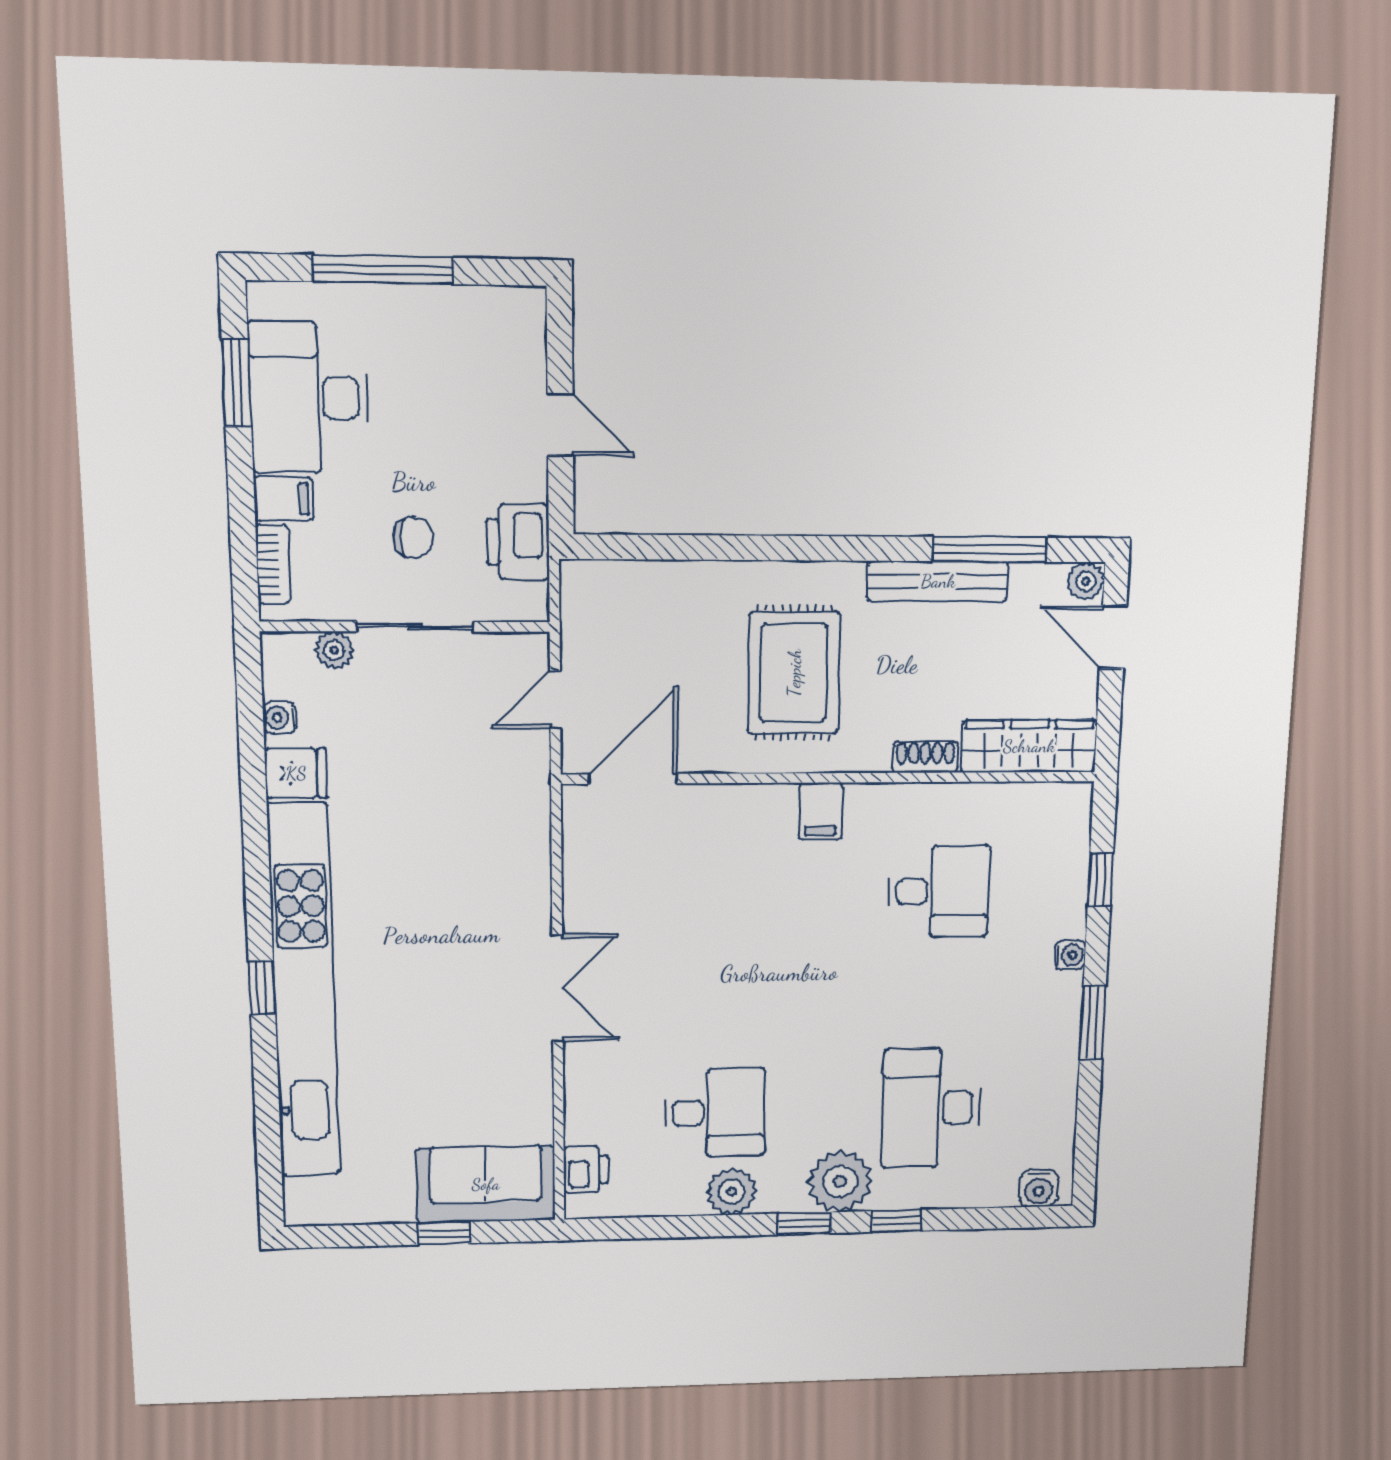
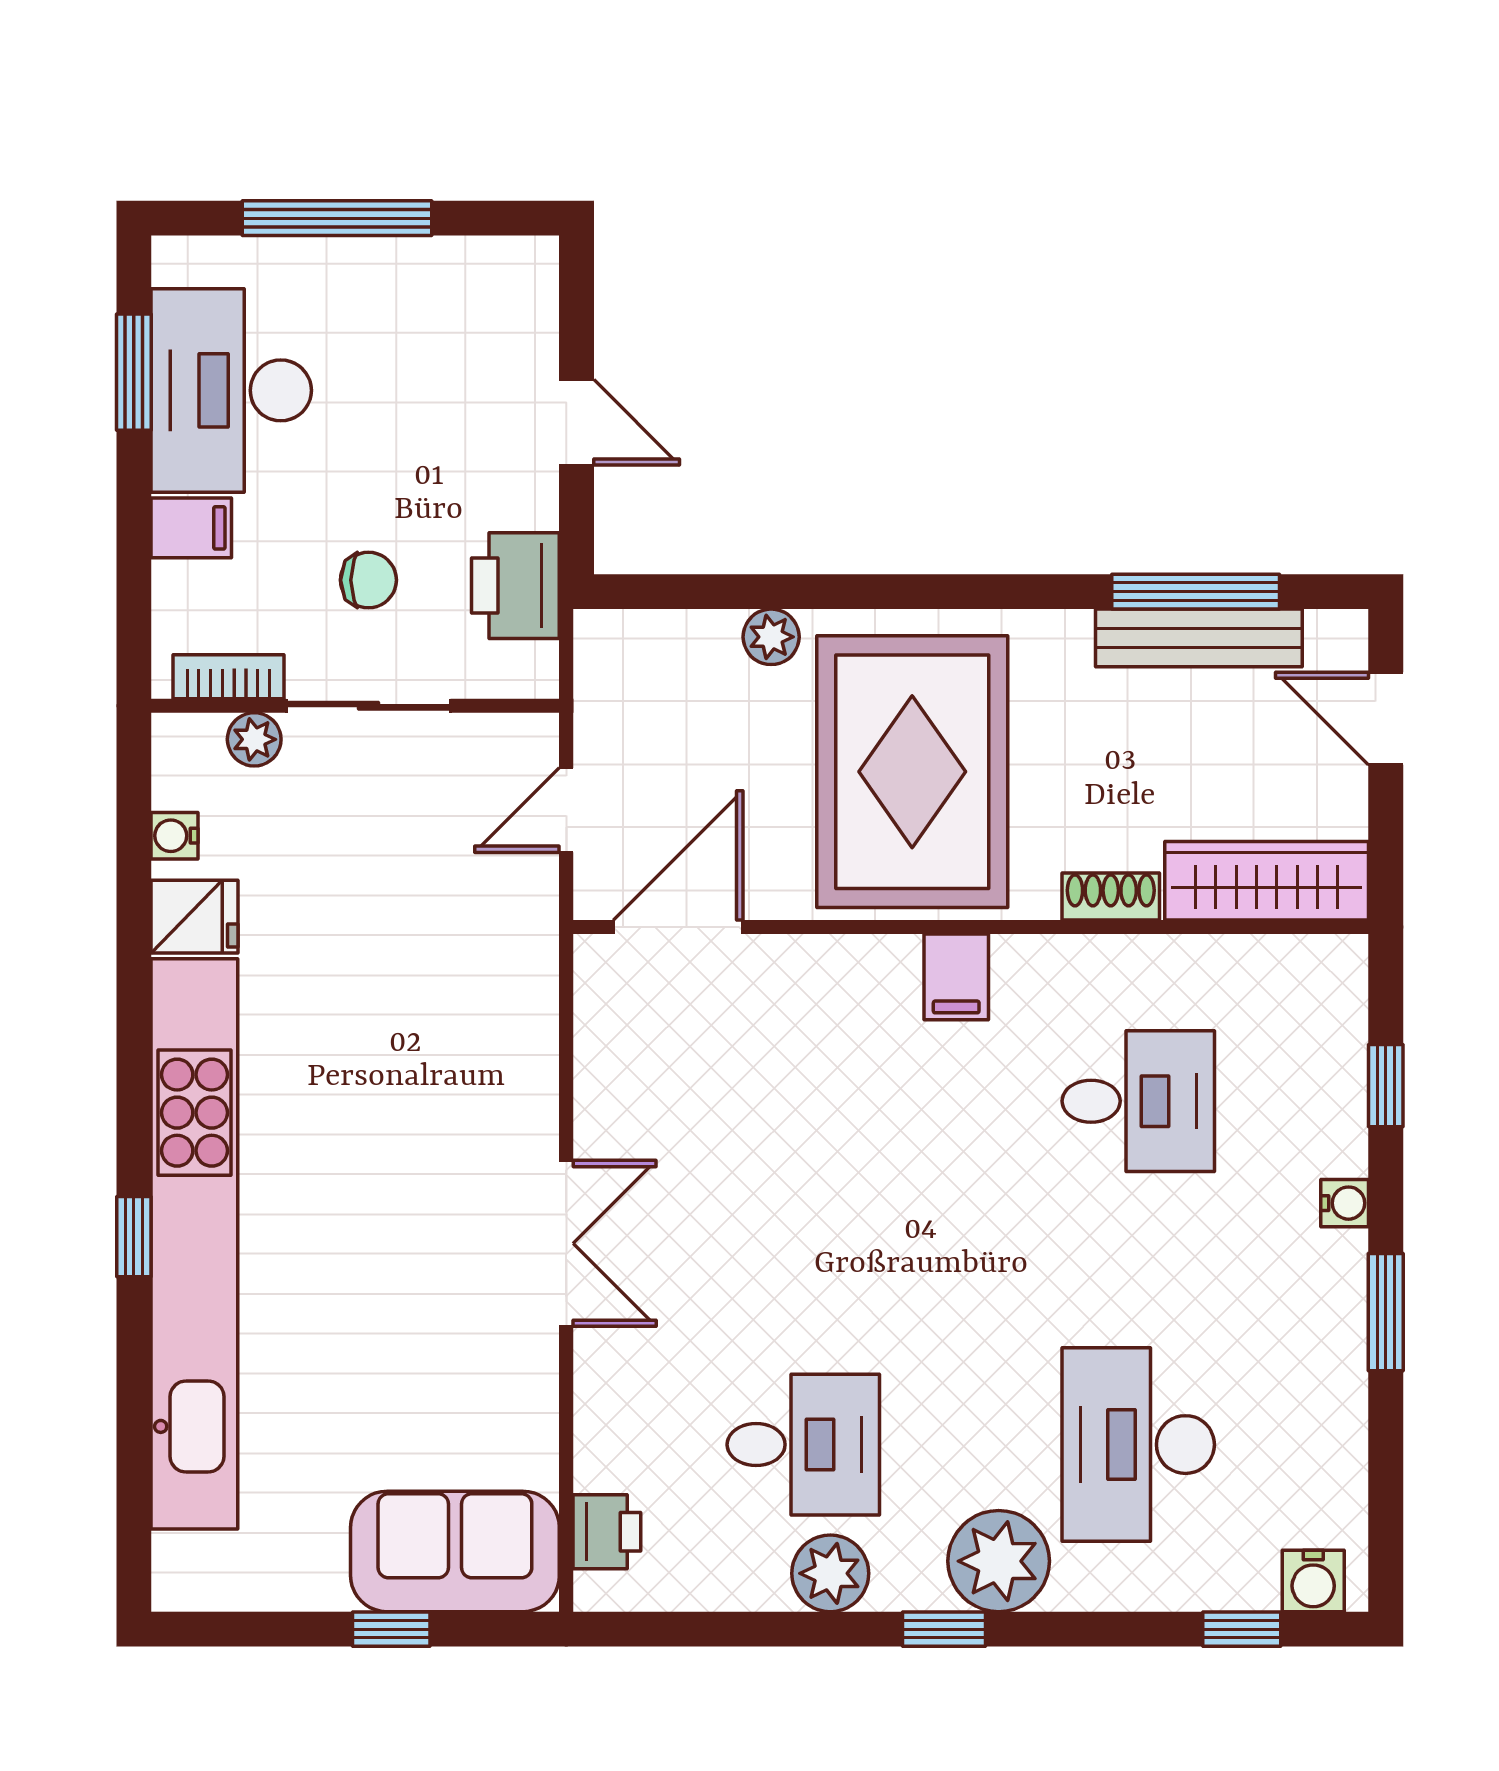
bookcase: (273, 564) -> (228, 677), moved, turned -90
bench: (938, 581) -> (1199, 638), moved
plant: (1086, 581) -> (771, 637), moved
rug: (794, 673) -> (912, 772), width x1.37, depth x1.44
window: (896, 1221) -> (1242, 1629), moved

